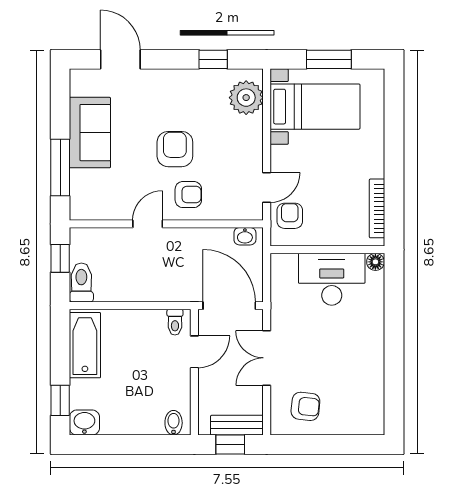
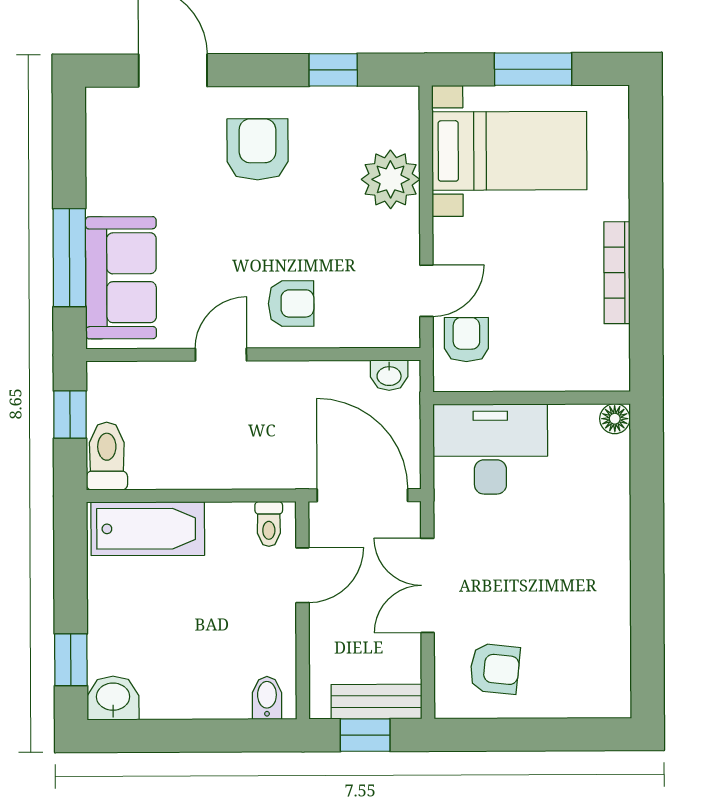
plant: (246, 98) -> (391, 179), moved
sofa: (90, 133) -> (121, 278), moved
armchair: (175, 149) -> (258, 149), moved
bookcase: (377, 208) -> (617, 273), moved
desk: (332, 279) -> (490, 449), moved
bathtub: (85, 345) -> (148, 529), moved, turned 90

